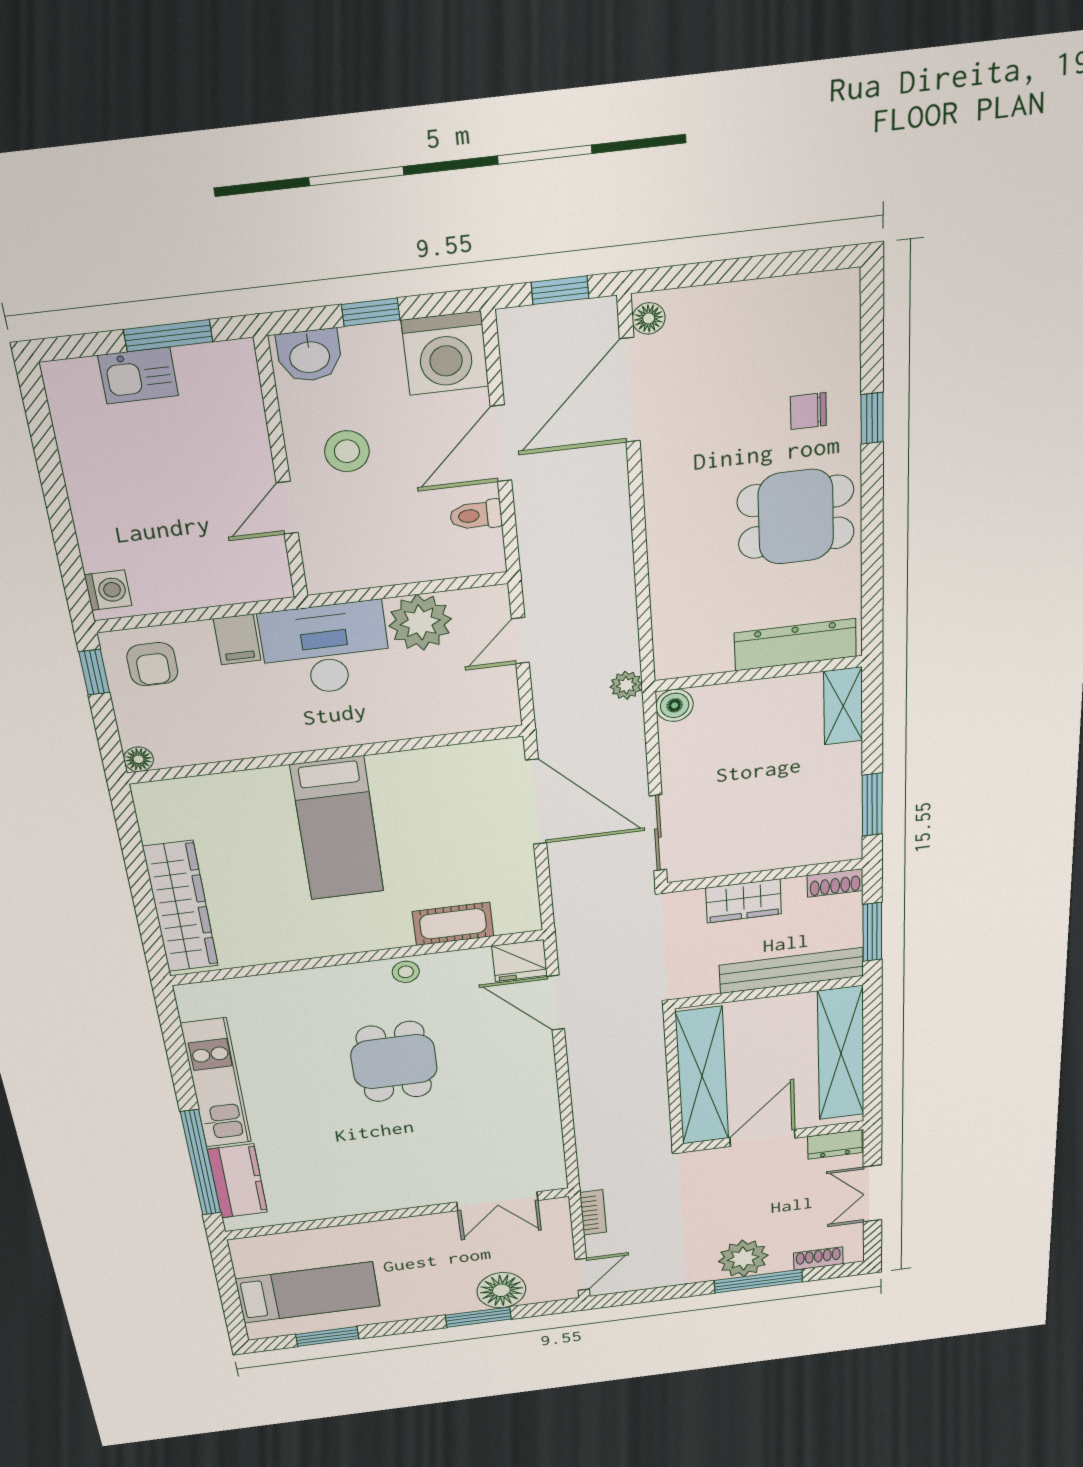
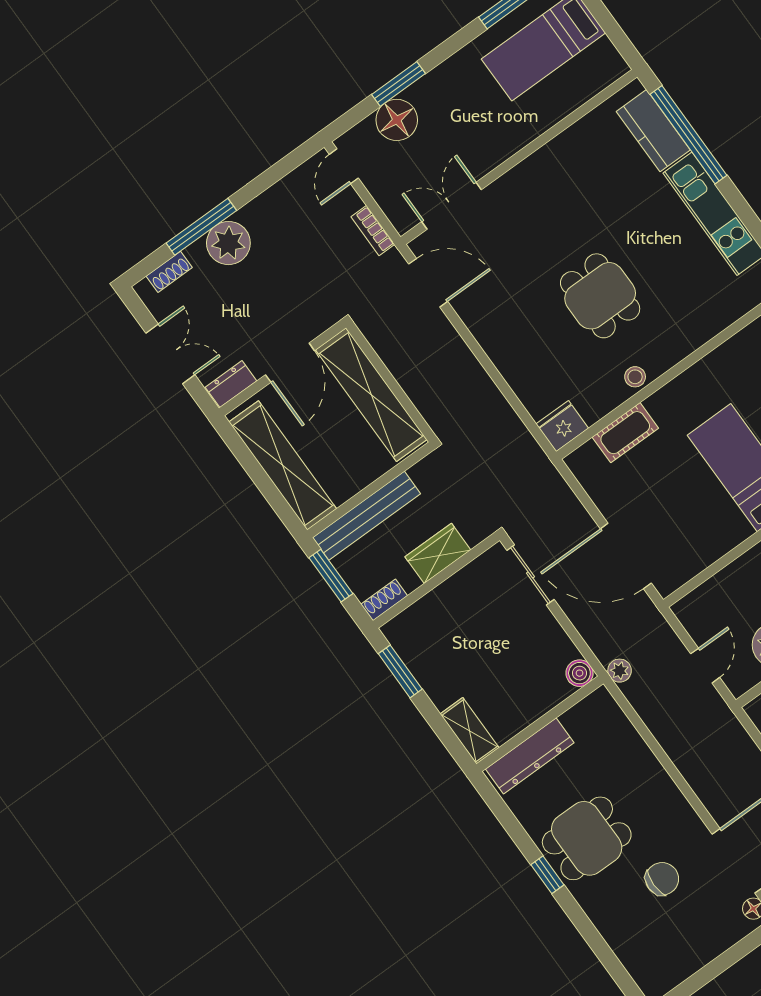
chair: (808, 411) -> (662, 879), moved, width x1.37, depth x1.37
window: (872, 418) -> (547, 875), moved
door: (556, 1003) -> (428, 283), moved

